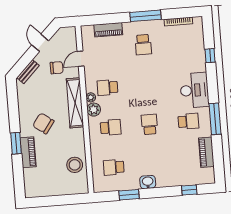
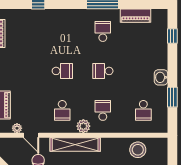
school desk: (143, 45) -> (62, 71), moved
desk: (194, 90) -> (72, 23), removed
plant: (91, 97) -> (17, 128), moved

